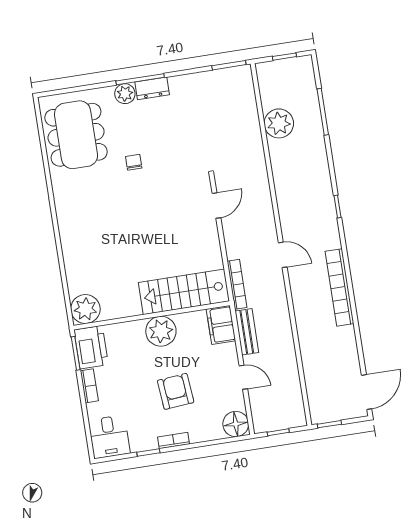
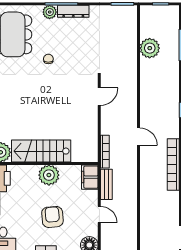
dresser: (152, 88) -> (73, 11), width x1.44
stairs: (184, 292) -> (41, 151), moved

